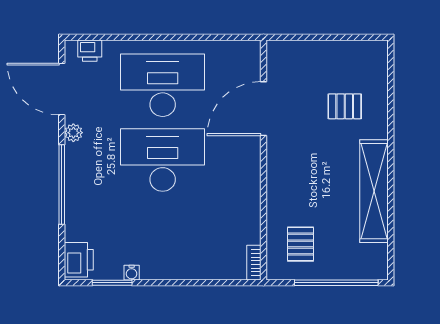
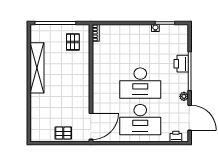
pallet: (345, 106) -> (63, 133), moved
door: (263, 109) -> (91, 126), moved
printer: (79, 260) -> (181, 64), moved

